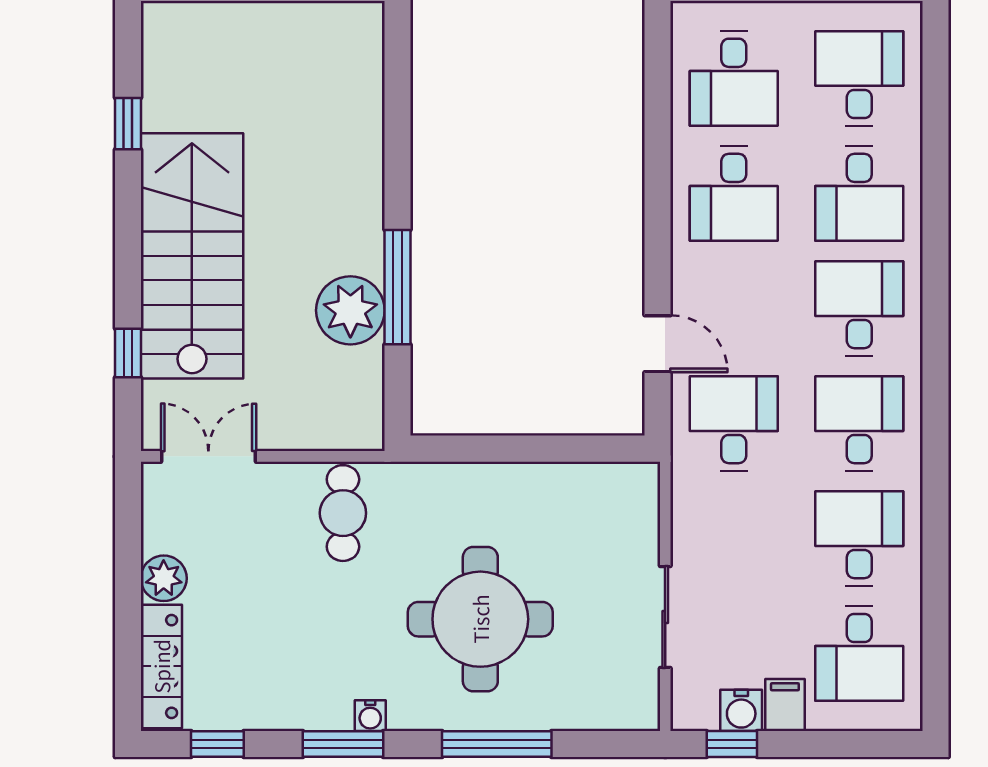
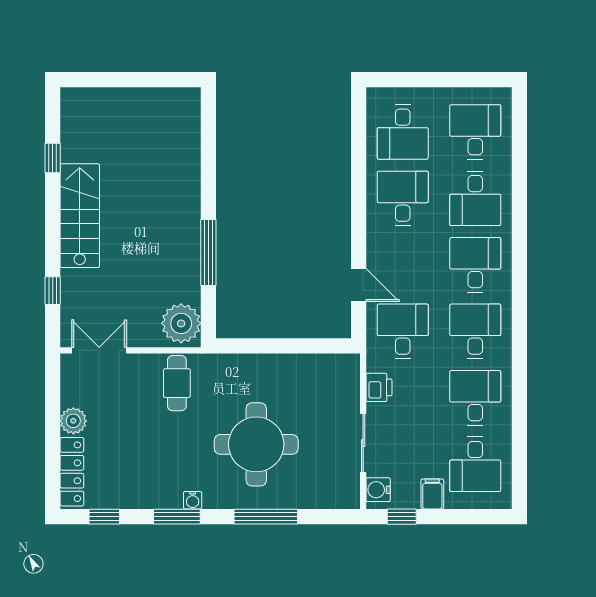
desk: (734, 193) -> (403, 198), turned 180
stairs: (192, 256) -> (80, 216), width x0.73, depth x0.66
plant: (350, 310) -> (181, 323), moved
printer: (693, 521) -> (379, 387), added
water cooler: (741, 710) -> (378, 490), moved, turned 90

